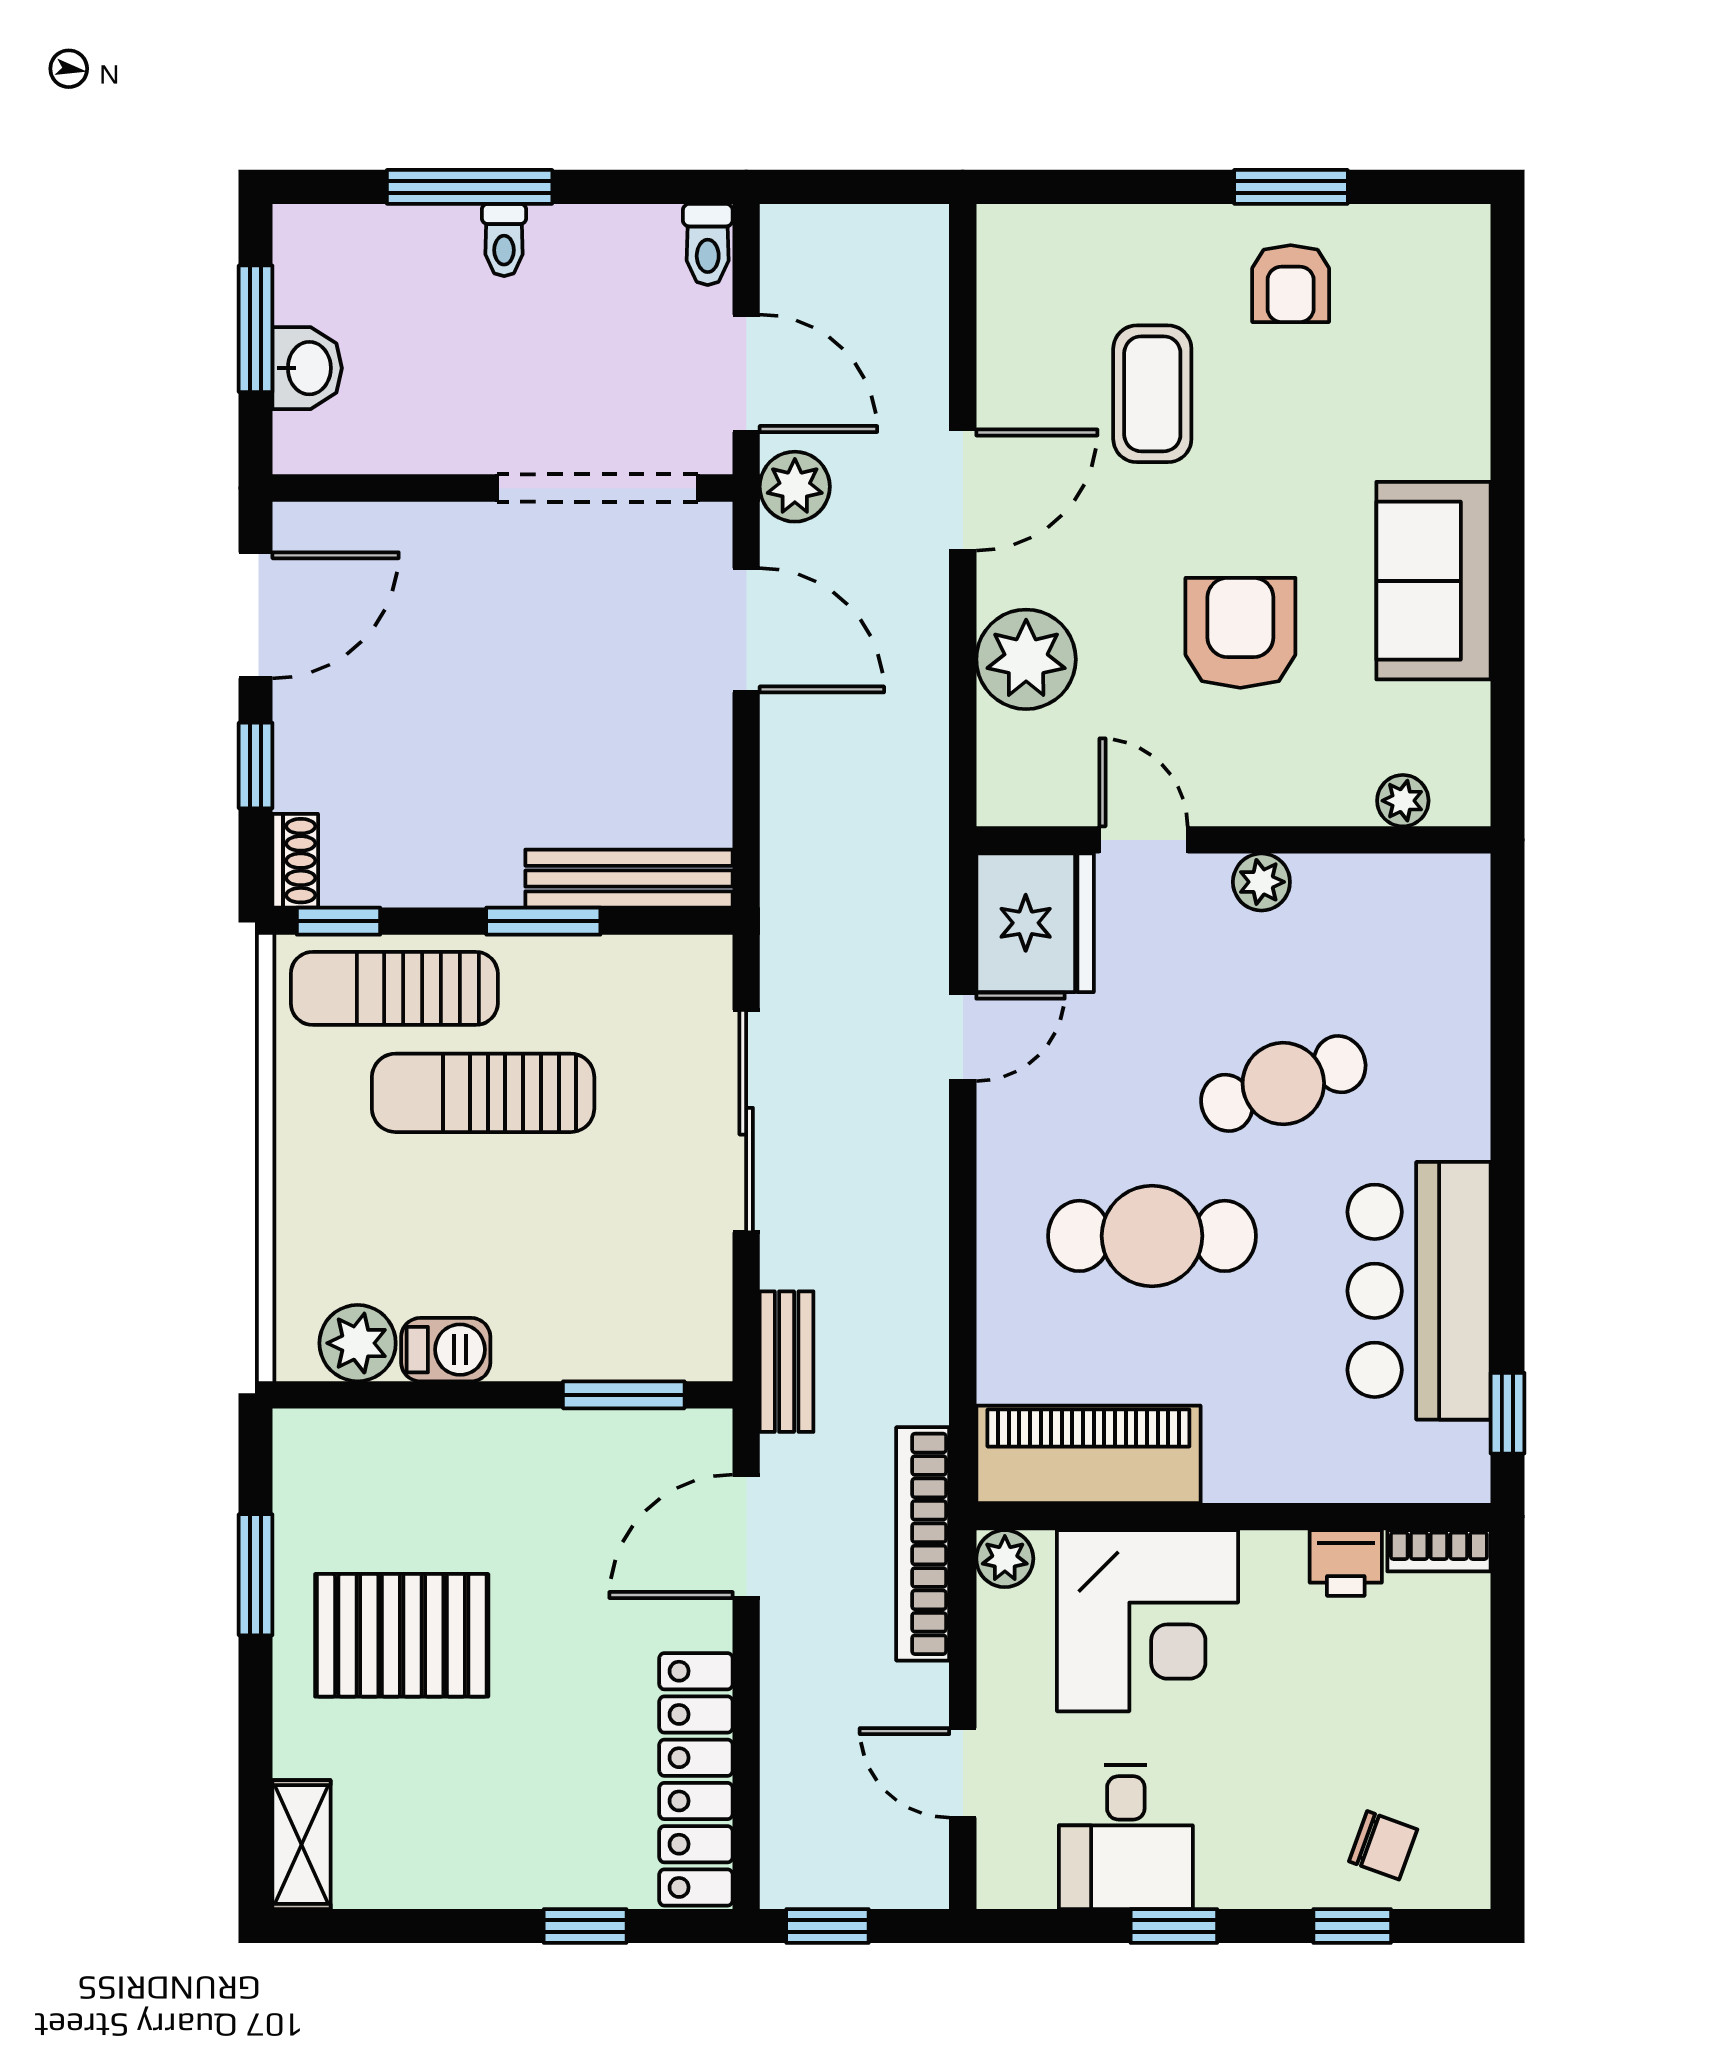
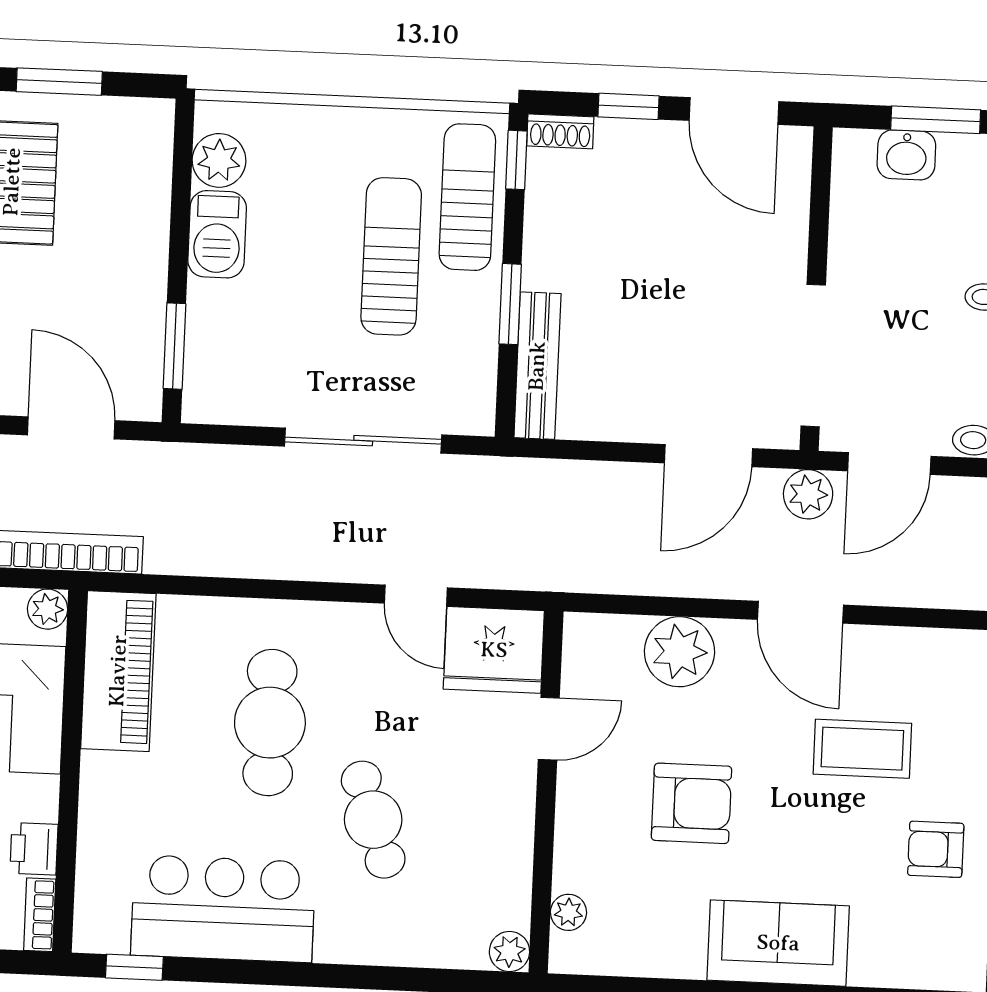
sofa: (1433, 581) -> (778, 943), moved
plant: (1261, 882) -> (509, 952), moved
barbecue: (446, 1350) -> (217, 234), width x1.38, depth x1.27
bench: (787, 1362) -> (193, 462), removed

